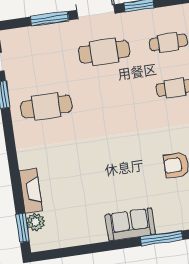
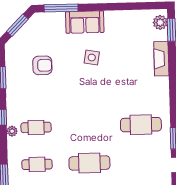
side table: (117, 182) -> (92, 58), added
plant: (36, 222) -> (160, 22), moved

